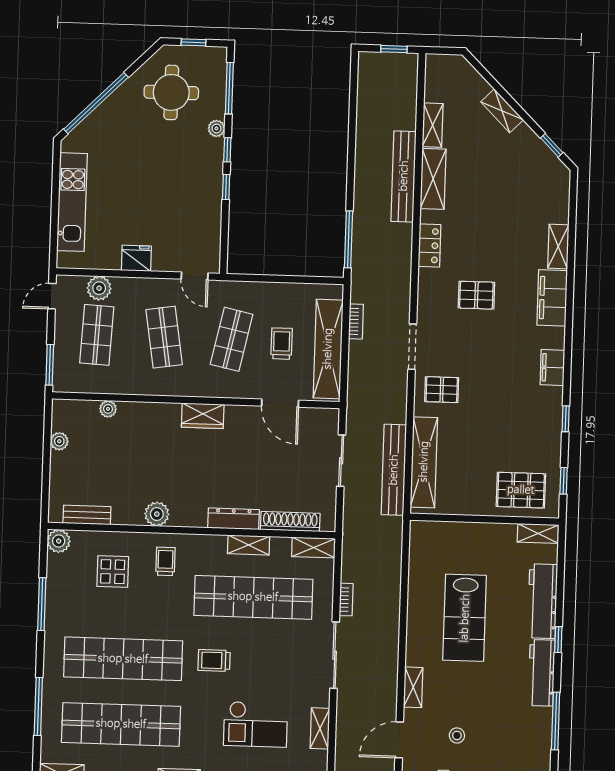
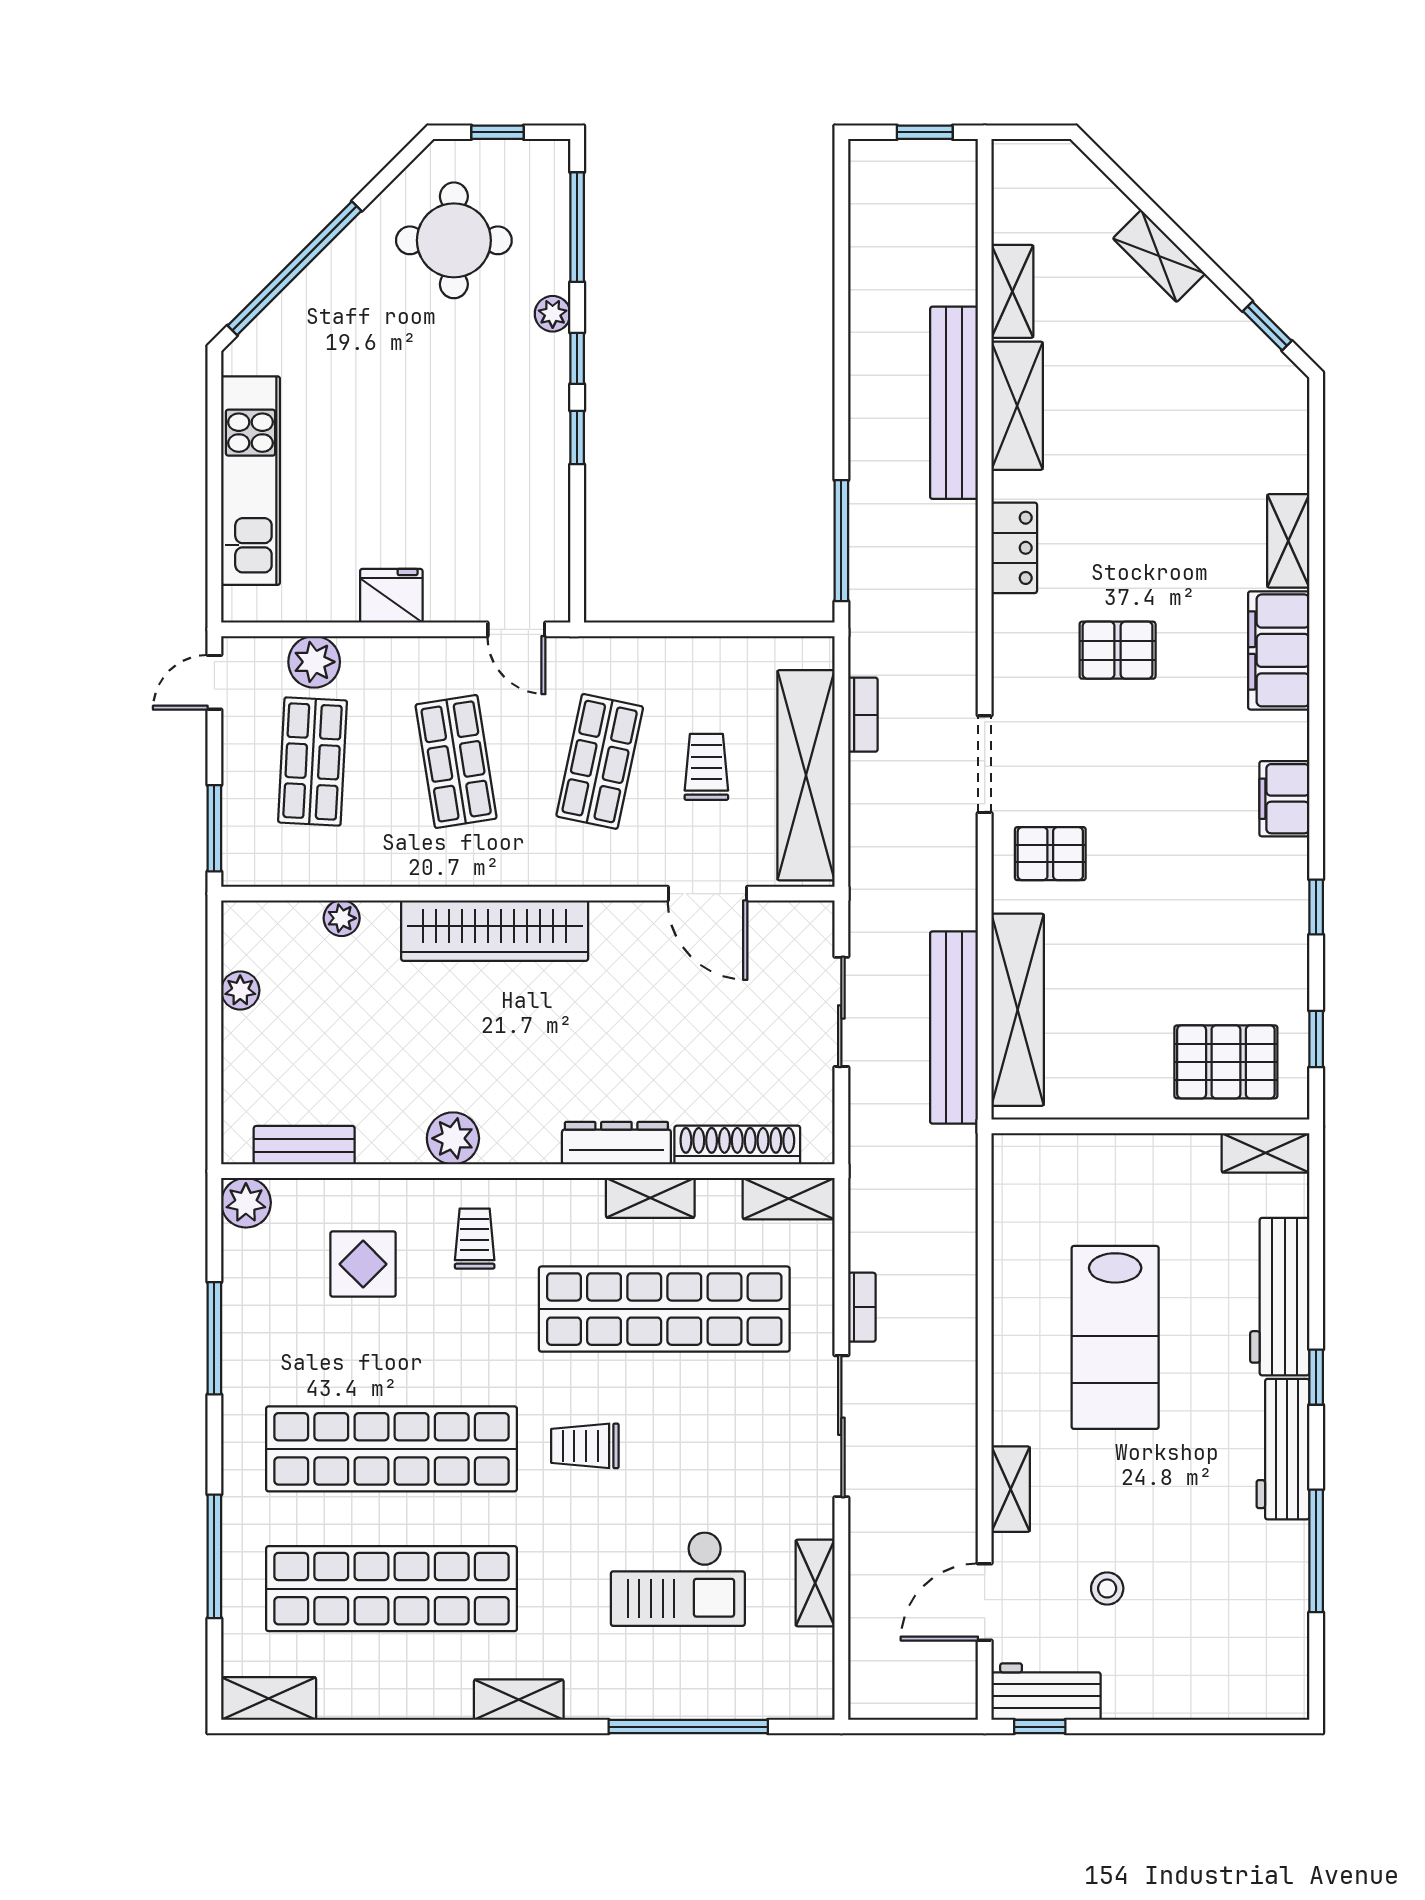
wardrobe: (203, 416) -> (495, 931), width x2.10, depth x1.17

